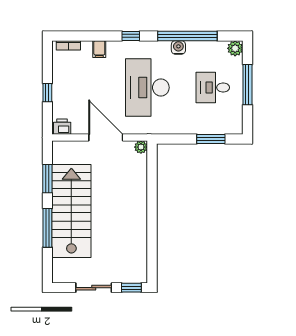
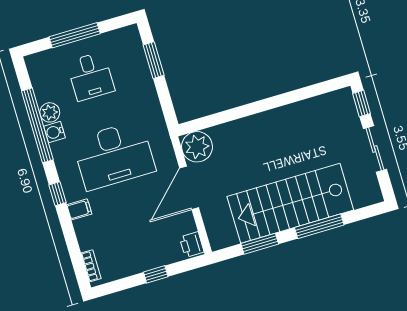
plant: (235, 48) -> (50, 112), moved
filing cabinet: (99, 49) -> (79, 209), moved
plant: (141, 147) -> (197, 147), width x1.88, depth x1.88

